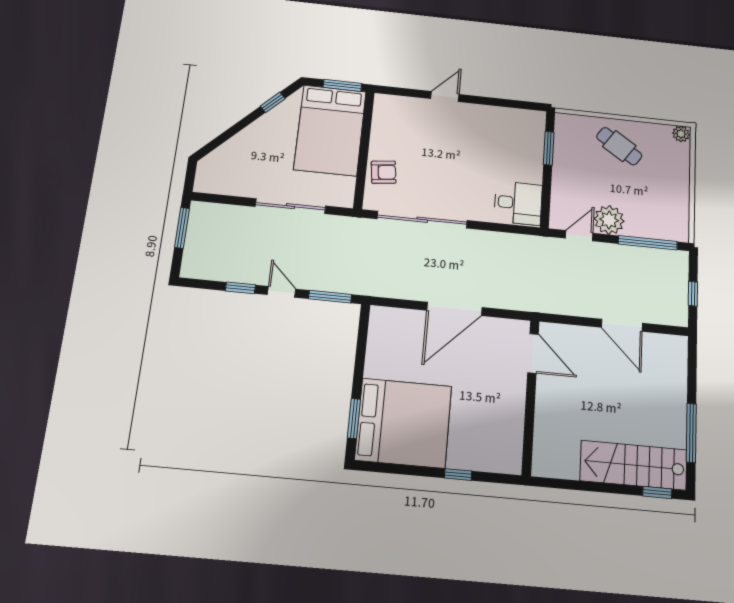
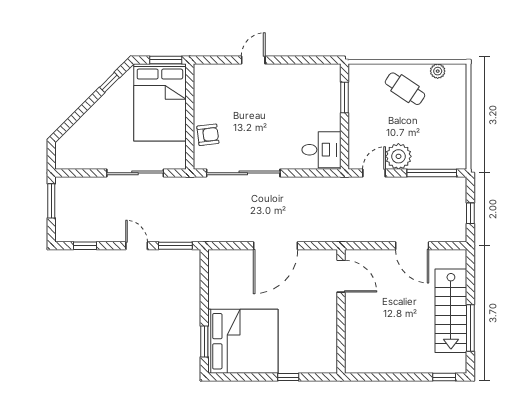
plant: (681, 134) -> (438, 71), moved
window: (240, 288) -> (85, 246), moved
stairs: (634, 465) -> (451, 311), moved, turned -90

